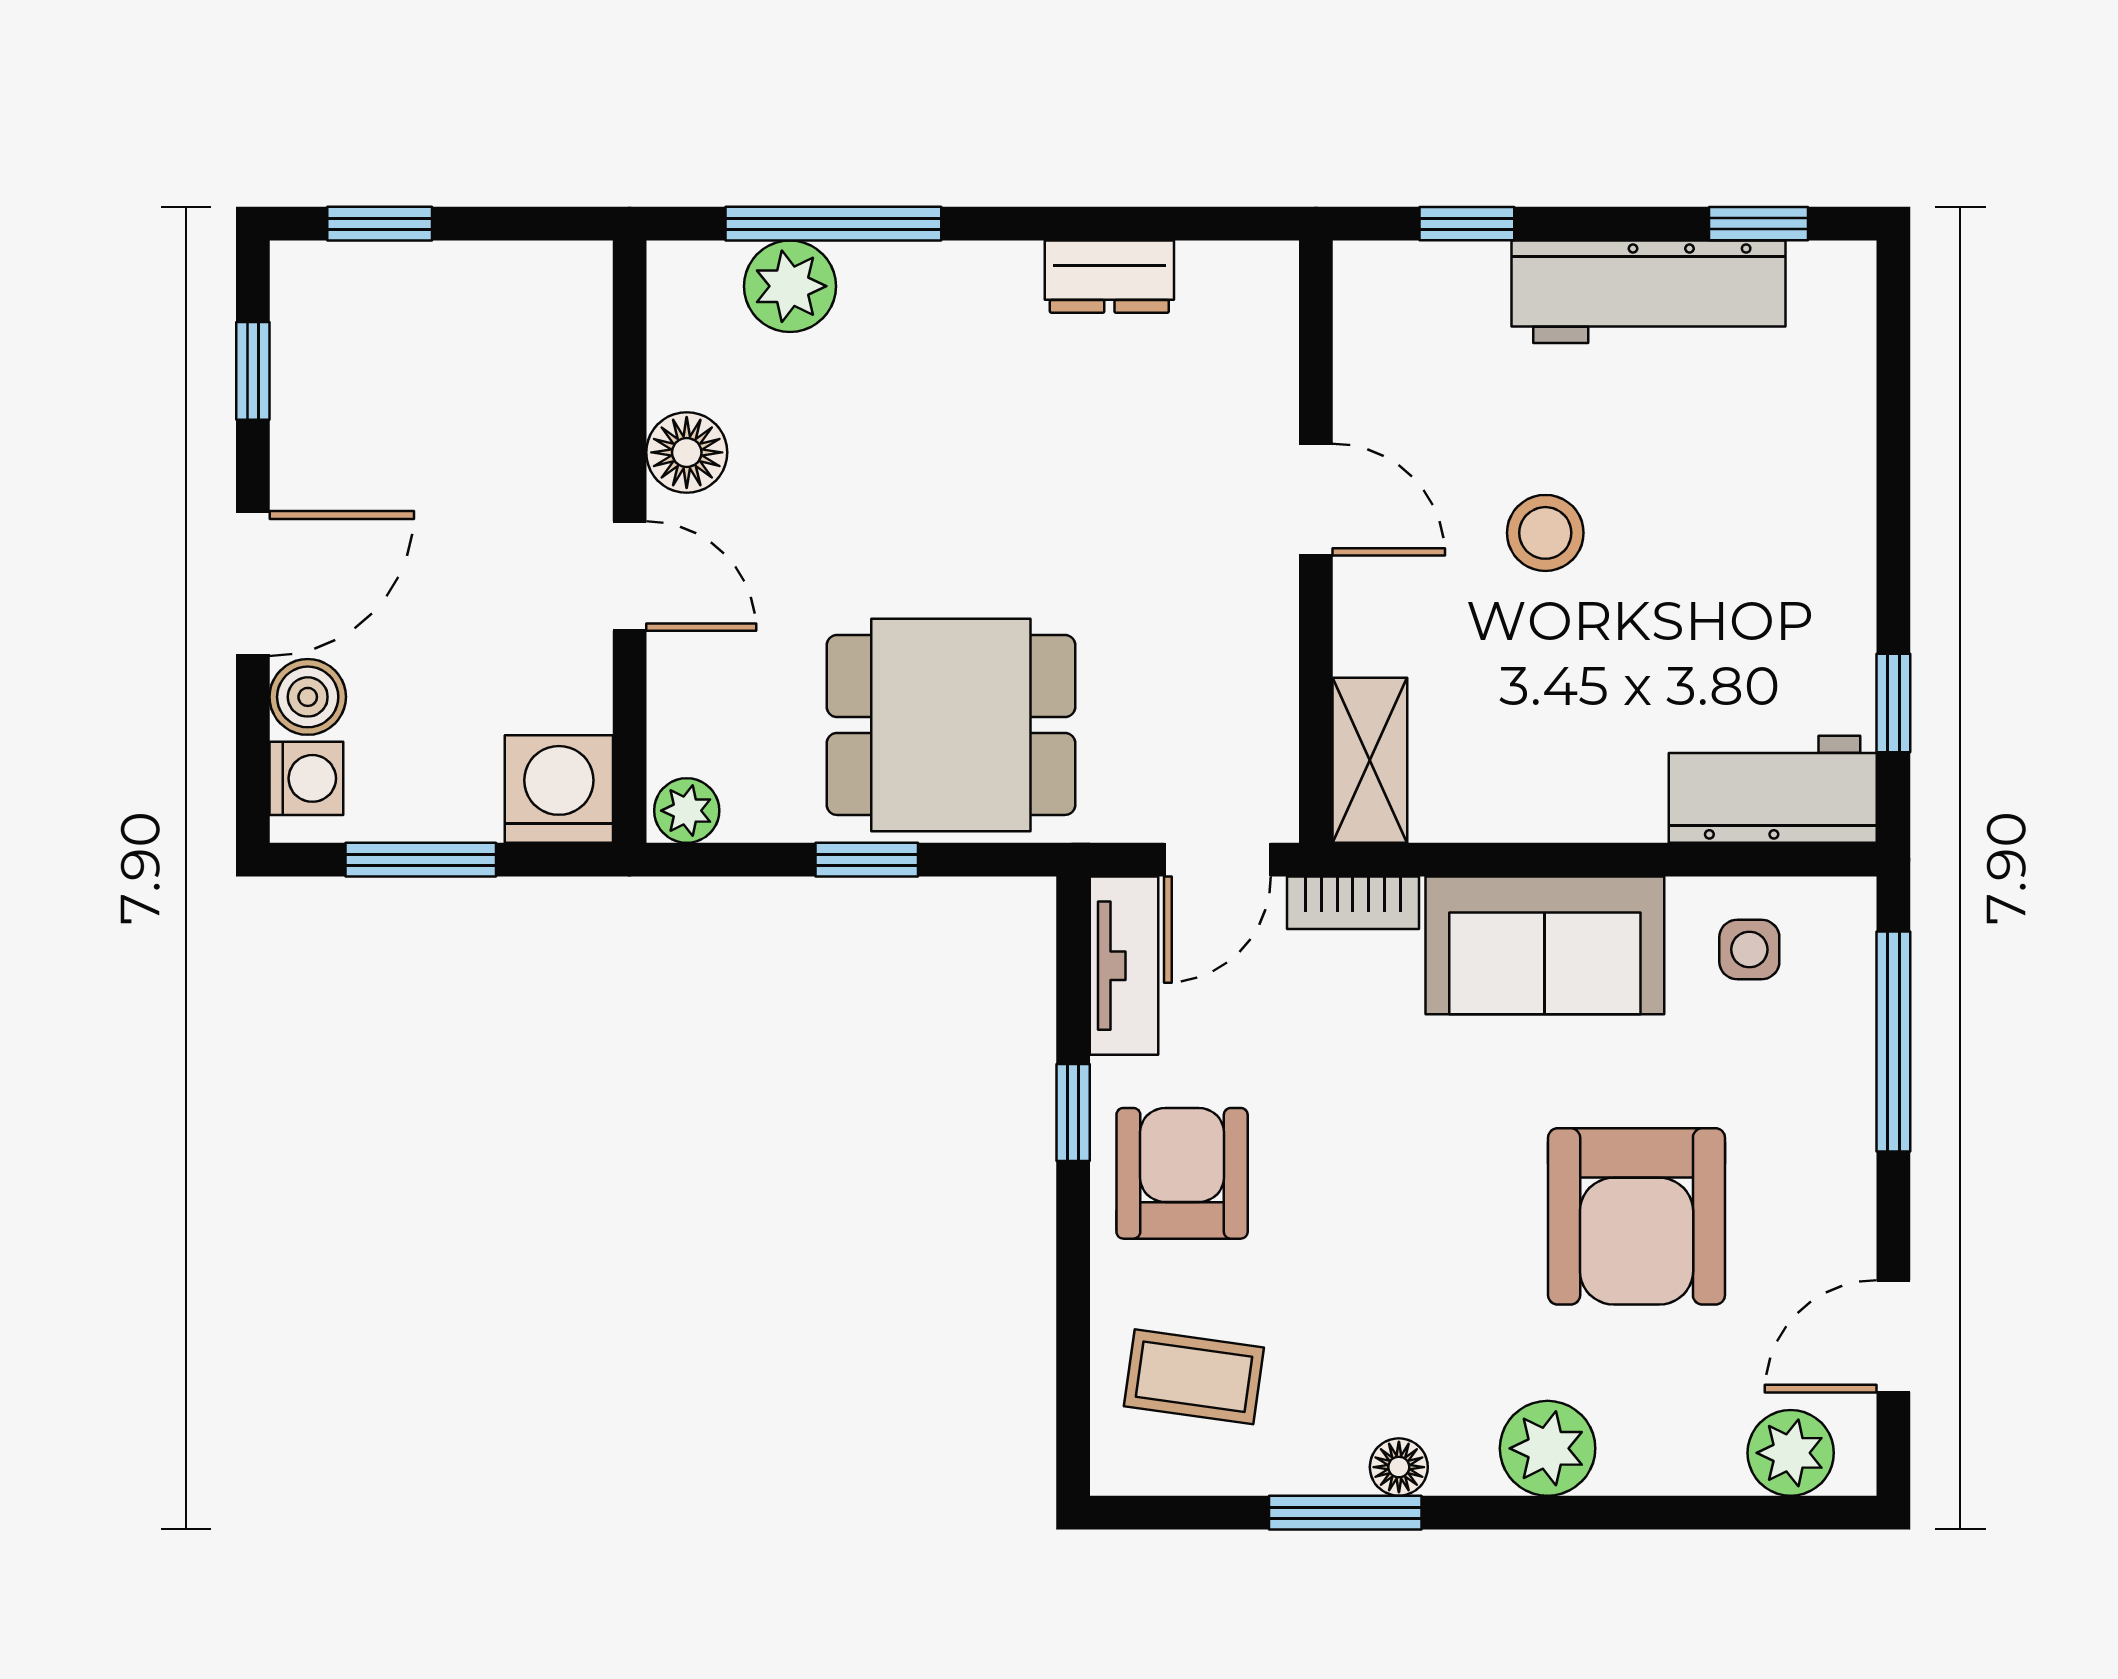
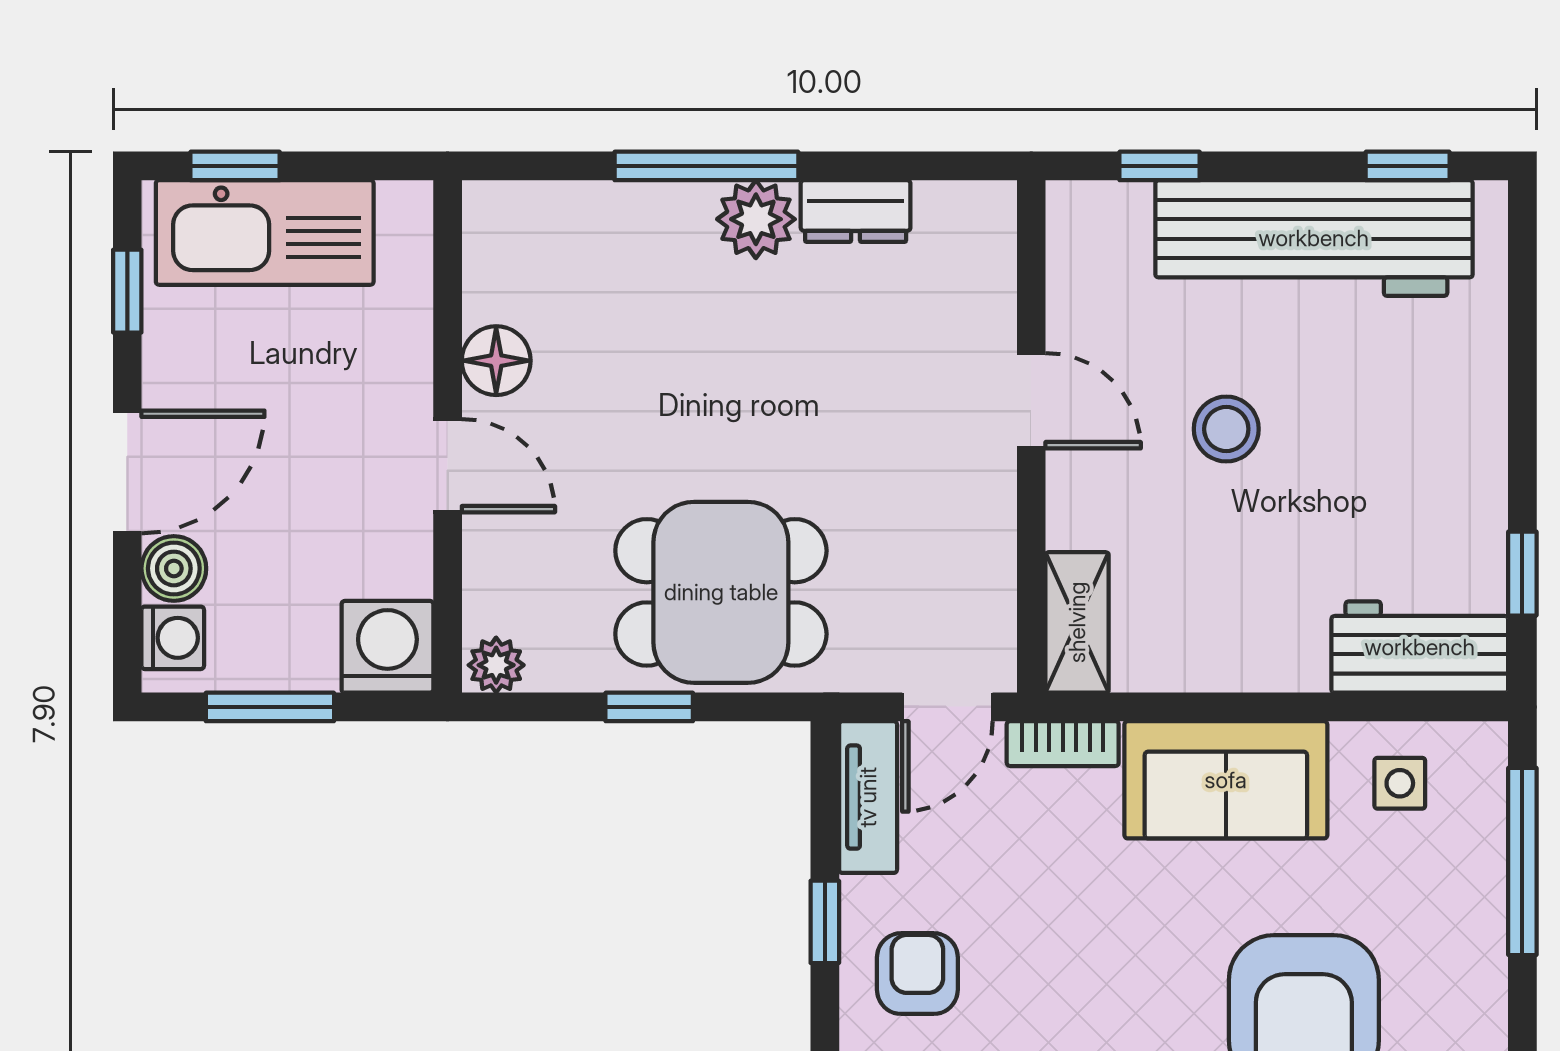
window: (833, 224) -> (706, 166), moved
plant: (790, 286) -> (756, 219), moved
workbench: (1648, 292) -> (1314, 238), width x1.36, depth x1.32
kitchen sink: (415, 302) -> (265, 232), added
armchair: (1182, 1173) -> (917, 974), width x0.72, depth x0.72

